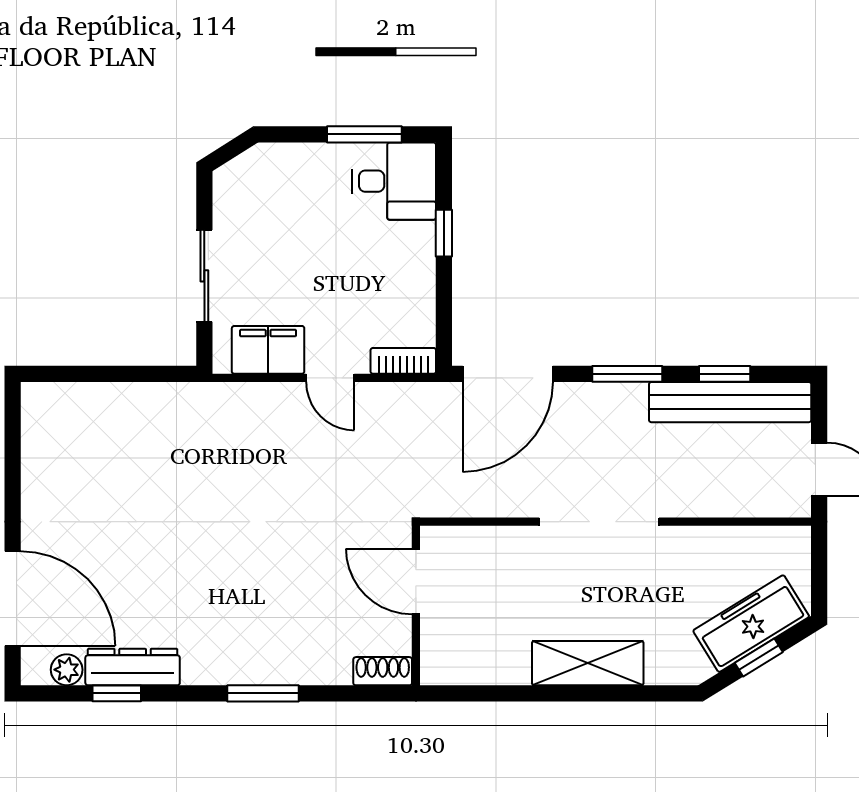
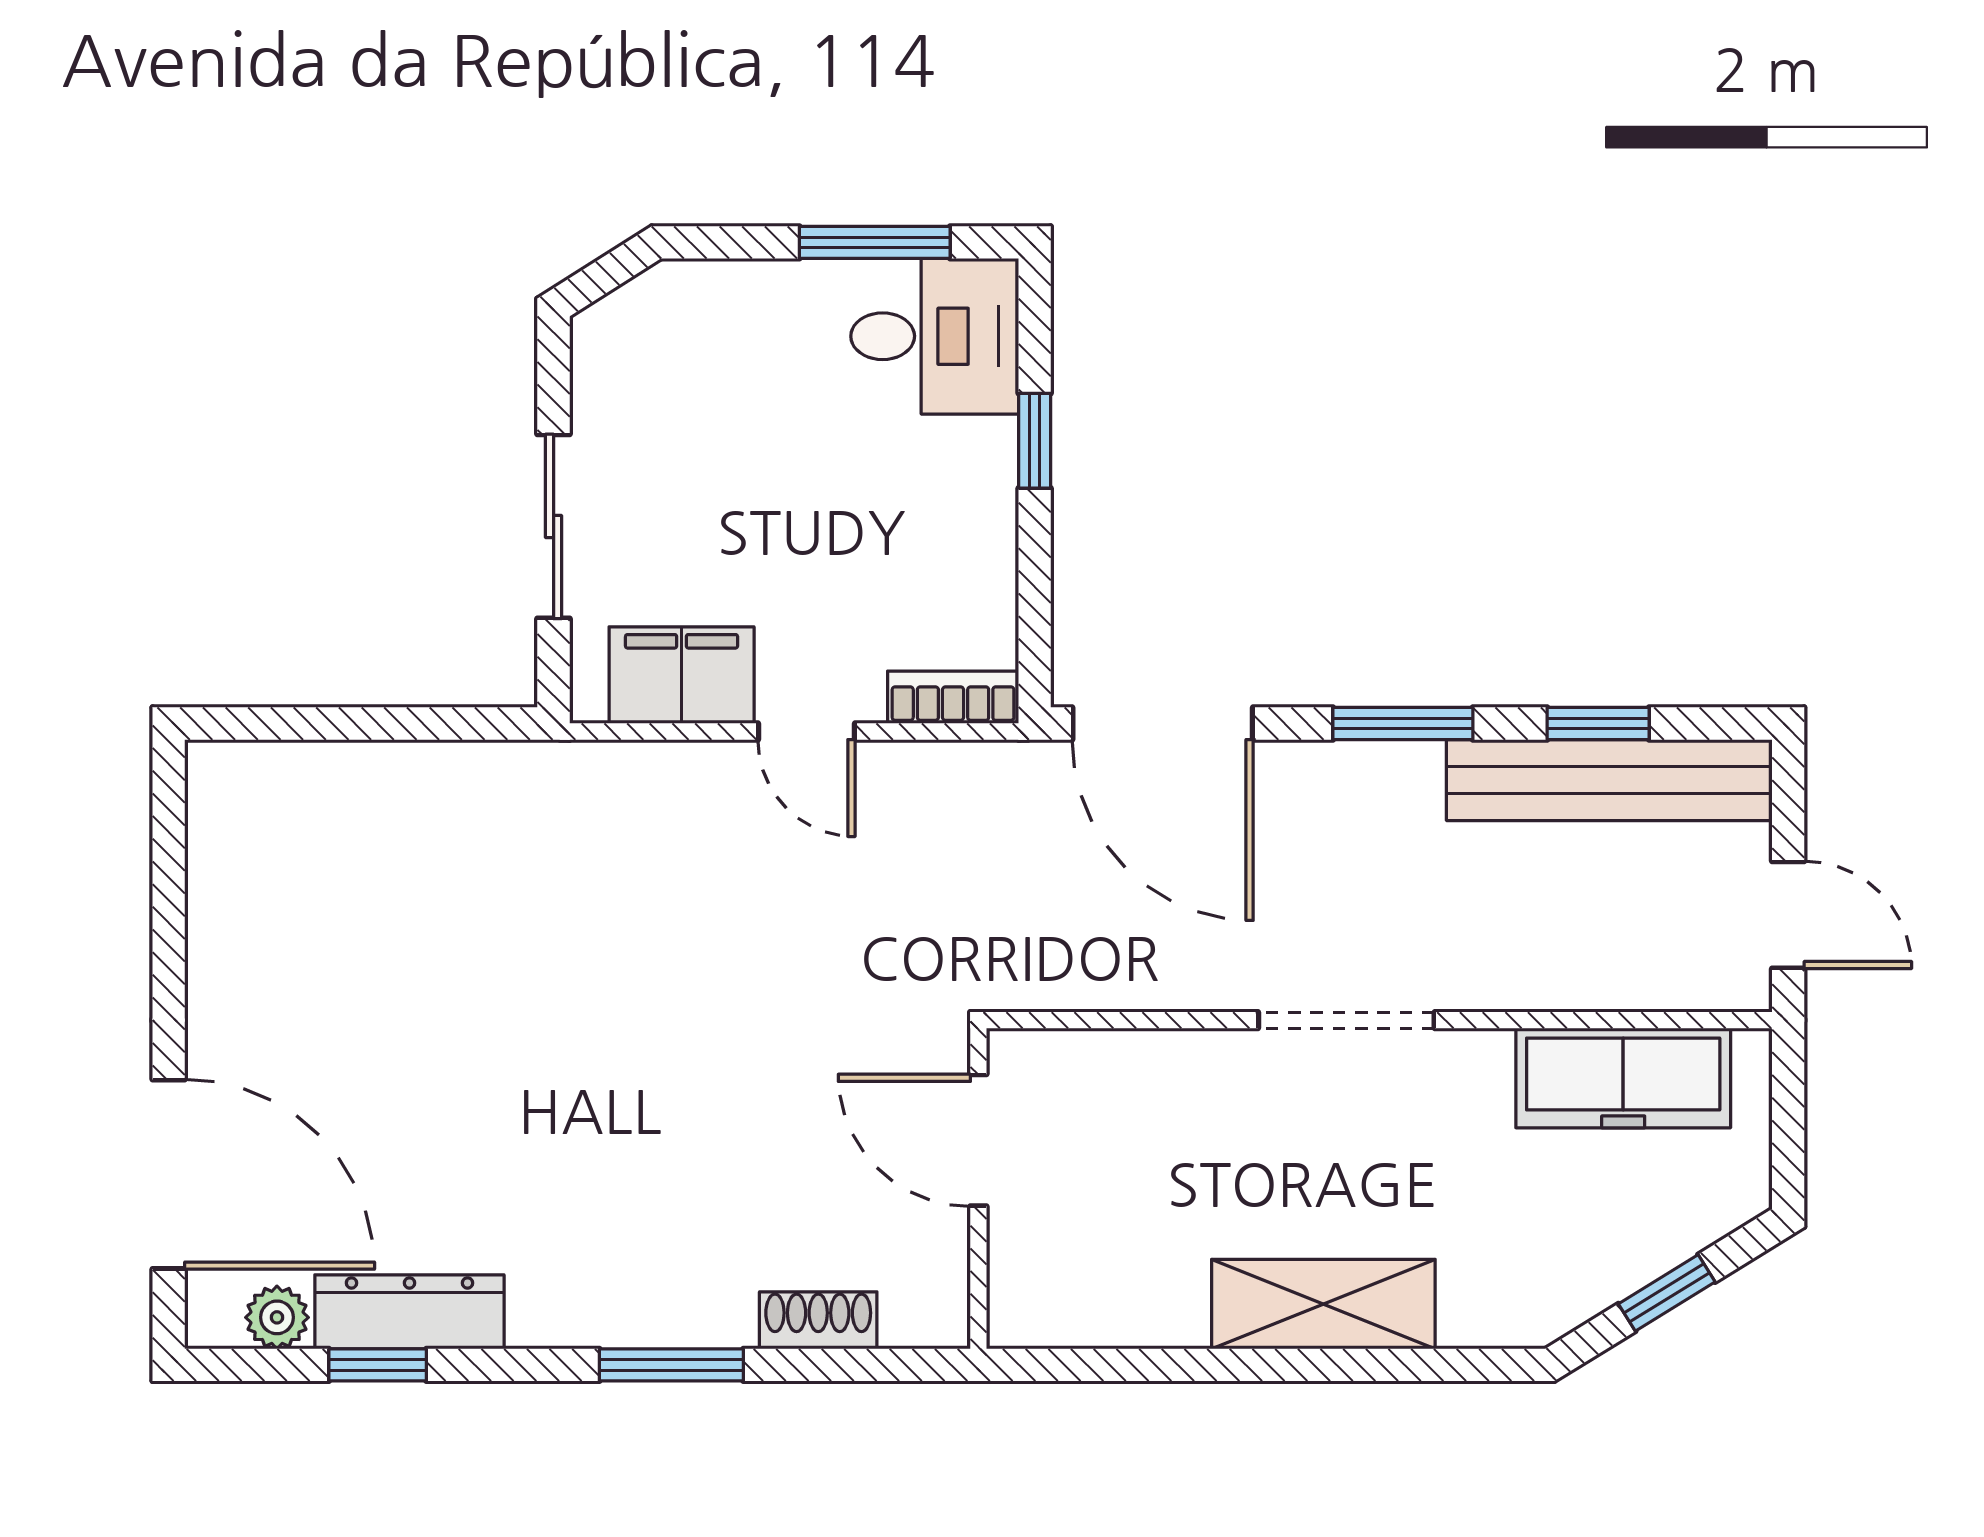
door: (508, 374) -> (1163, 723), hinge flipped
doorway: (599, 522) -> (1346, 1020), width x0.73
freezer: (751, 624) -> (1623, 1078), moved, turned -148
shoe rack: (383, 671) -> (818, 1320), moved

